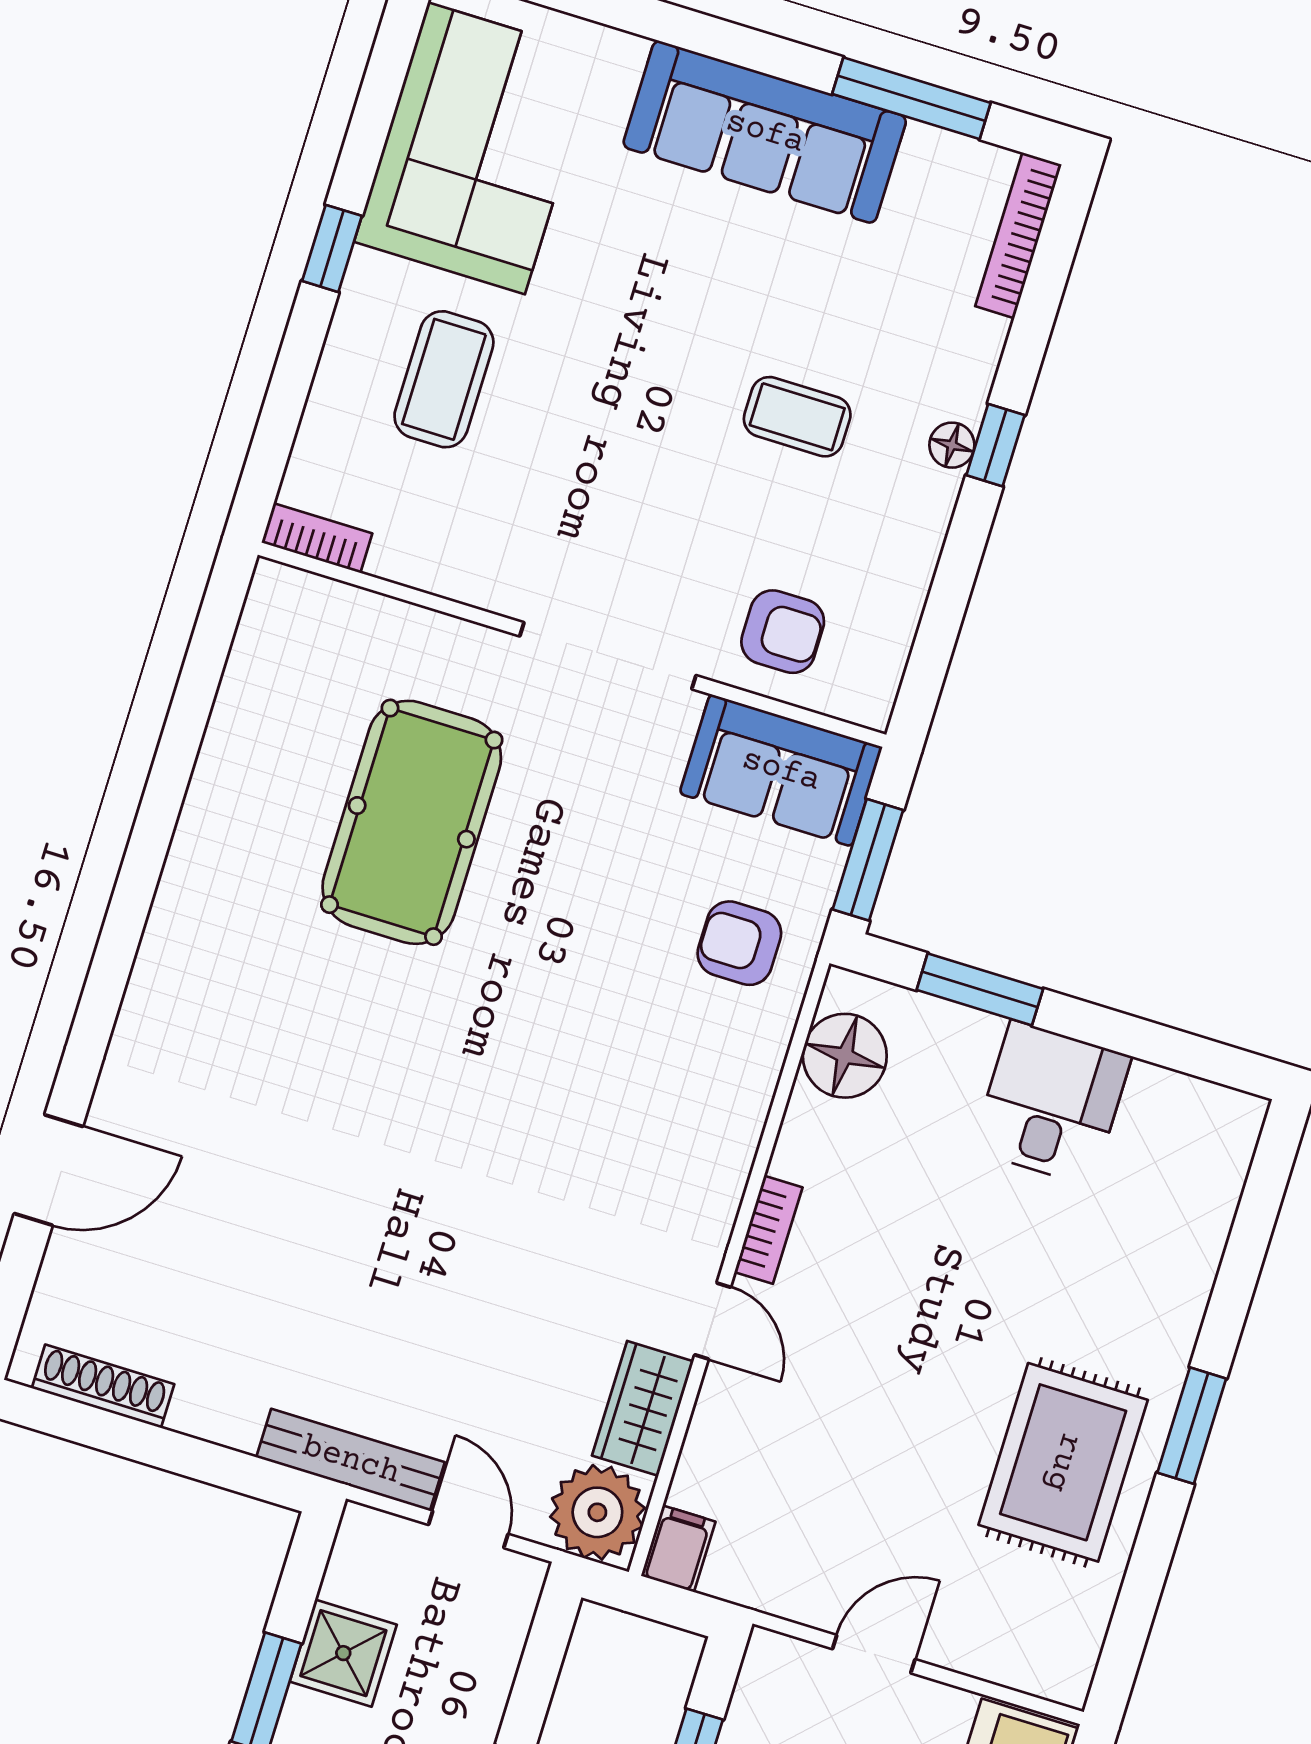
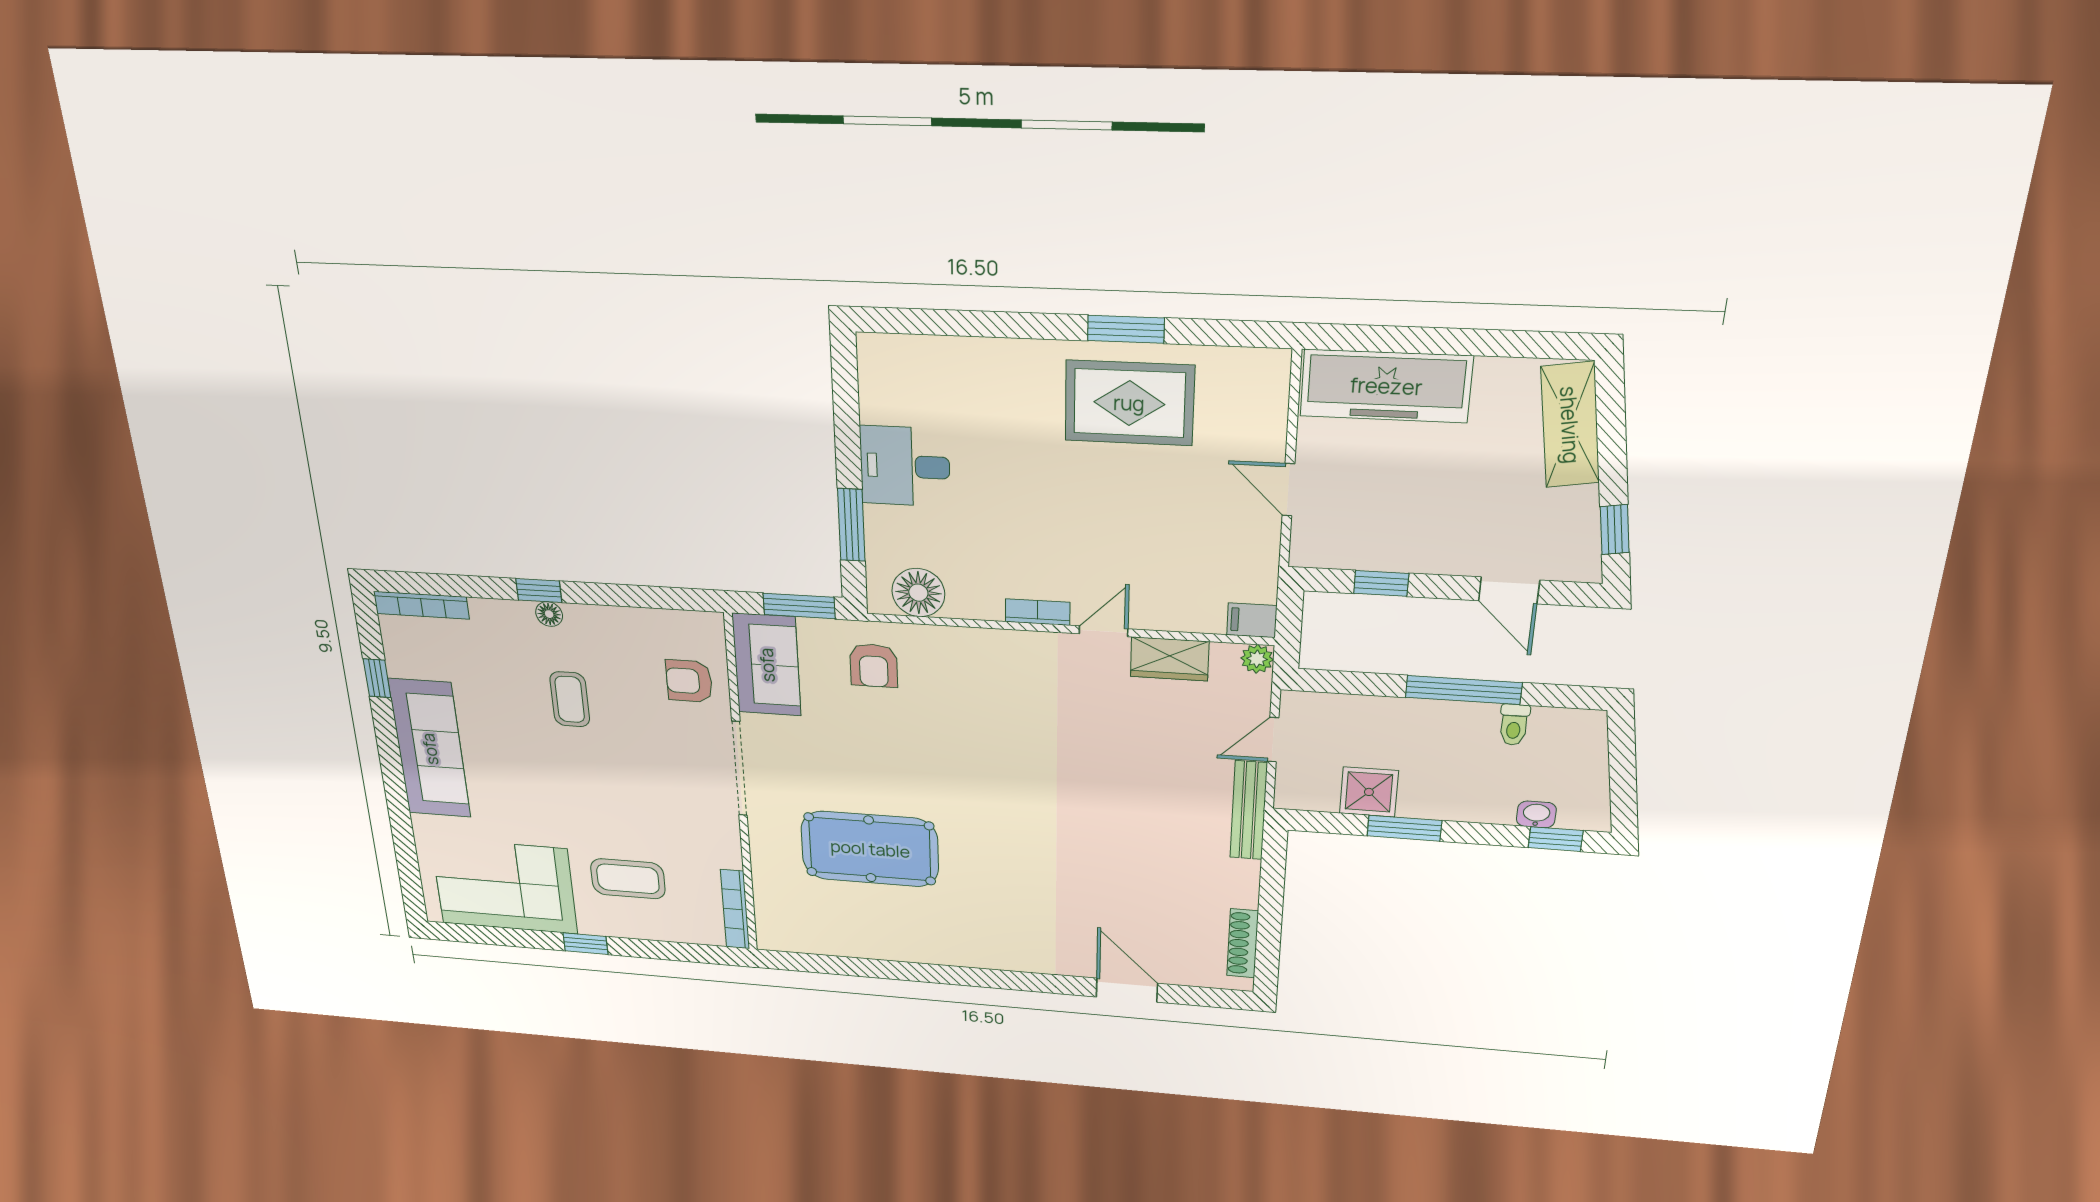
window: (911, 98) -> (377, 678), width x0.46
bookcase: (317, 538) -> (735, 909), width x1.56
armchair: (783, 632) -> (689, 681), turned -90
window: (1192, 1426) -> (1126, 329), moved
plant: (597, 1512) -> (1257, 659), width x0.53, depth x0.53

